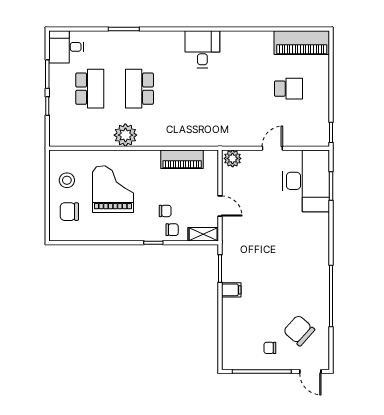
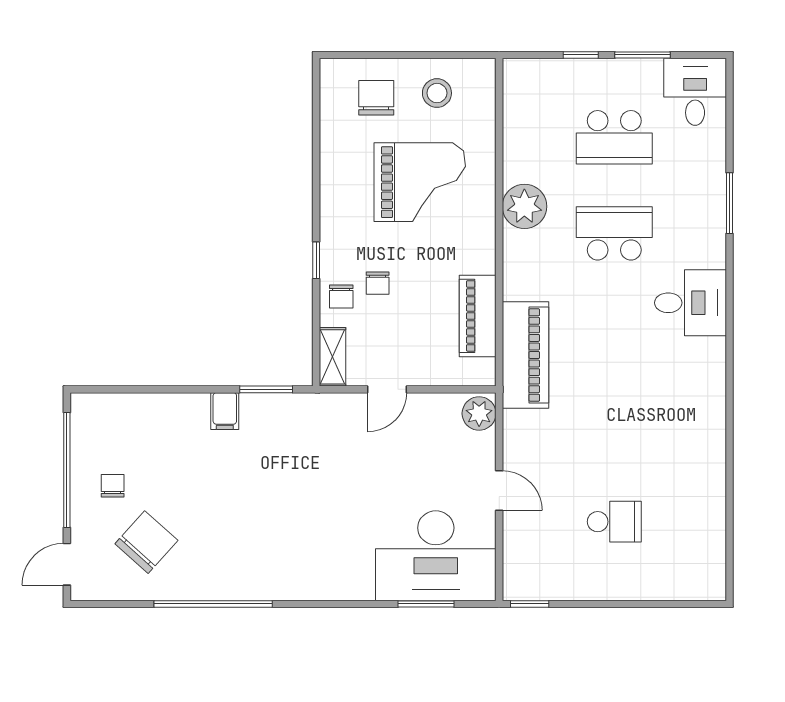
piano: (302, 43) -> (525, 355), moved, turned 180
desk: (202, 49) -> (690, 303), moved
school desk: (288, 89) -> (614, 522), turned -90

